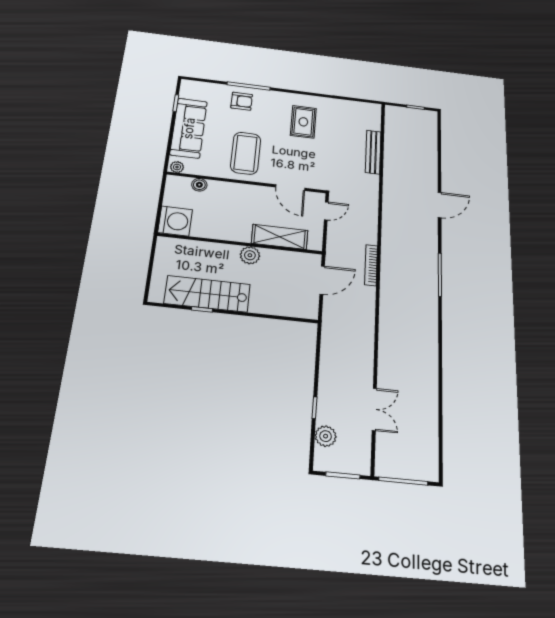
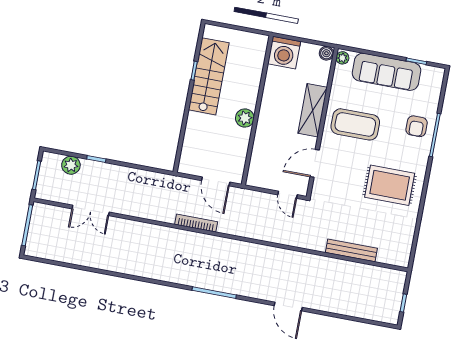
rug: (303, 122) -> (390, 185), width x1.36, depth x1.43
boiler: (199, 185) -> (326, 53), moved
shelving: (280, 237) -> (313, 110), moved
bookcase: (371, 265) -> (196, 223), moved

